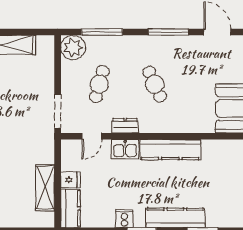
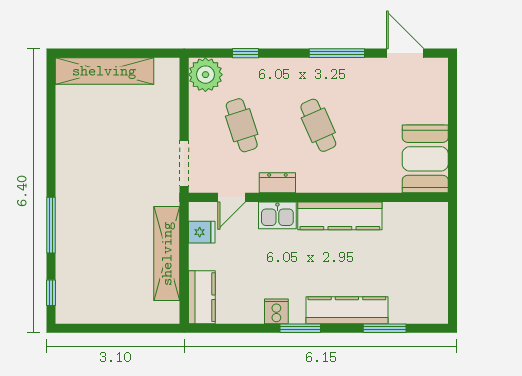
window: (102, 32) -> (245, 53), width x0.46
cafe table: (99, 84) -> (242, 125), turned -33
fridge: (70, 180) -> (202, 232), moved
shelving: (45, 188) -> (167, 254), width x1.47

